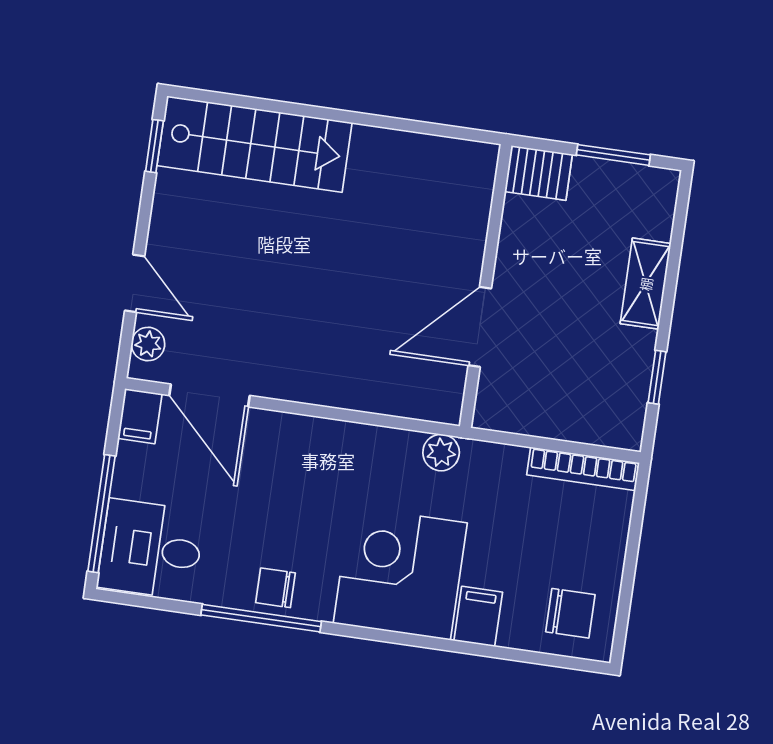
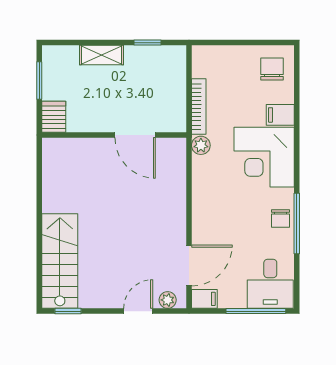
bookcase: (583, 469) -> (199, 107), moved

